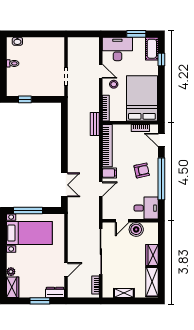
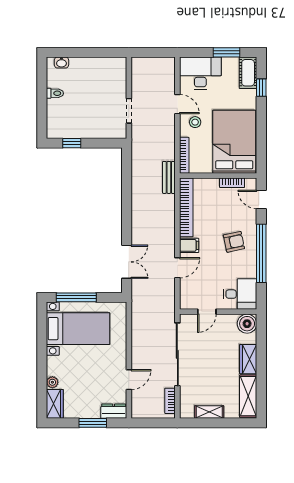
boiler: (136, 229) -> (247, 324), moved

